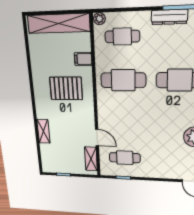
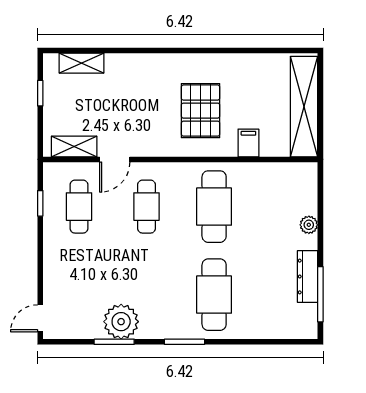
plant: (99, 19) -> (309, 225), moved
cafe table: (122, 36) -> (147, 207), moved
shelving: (43, 131) -> (82, 63), moved

